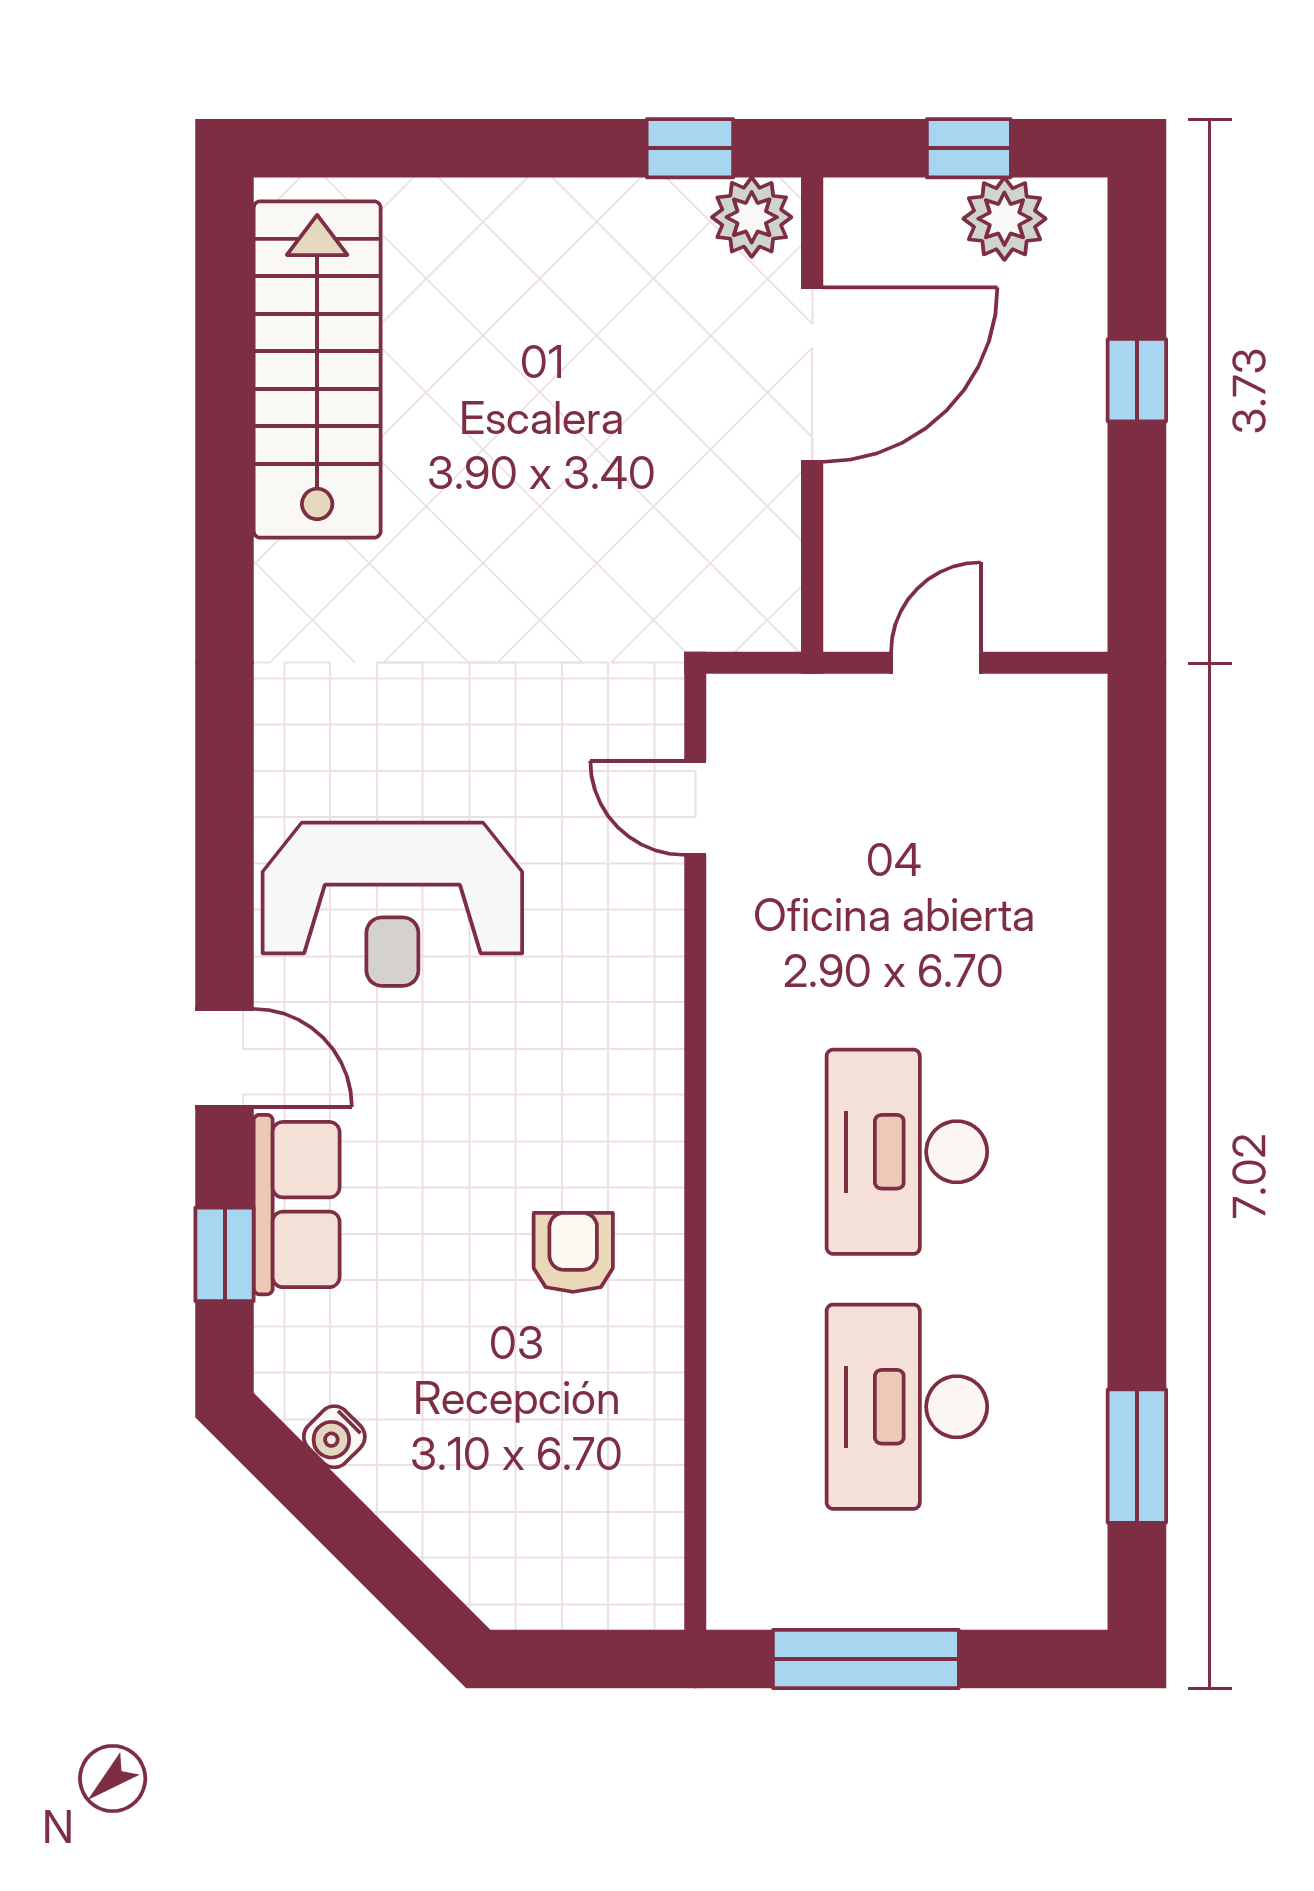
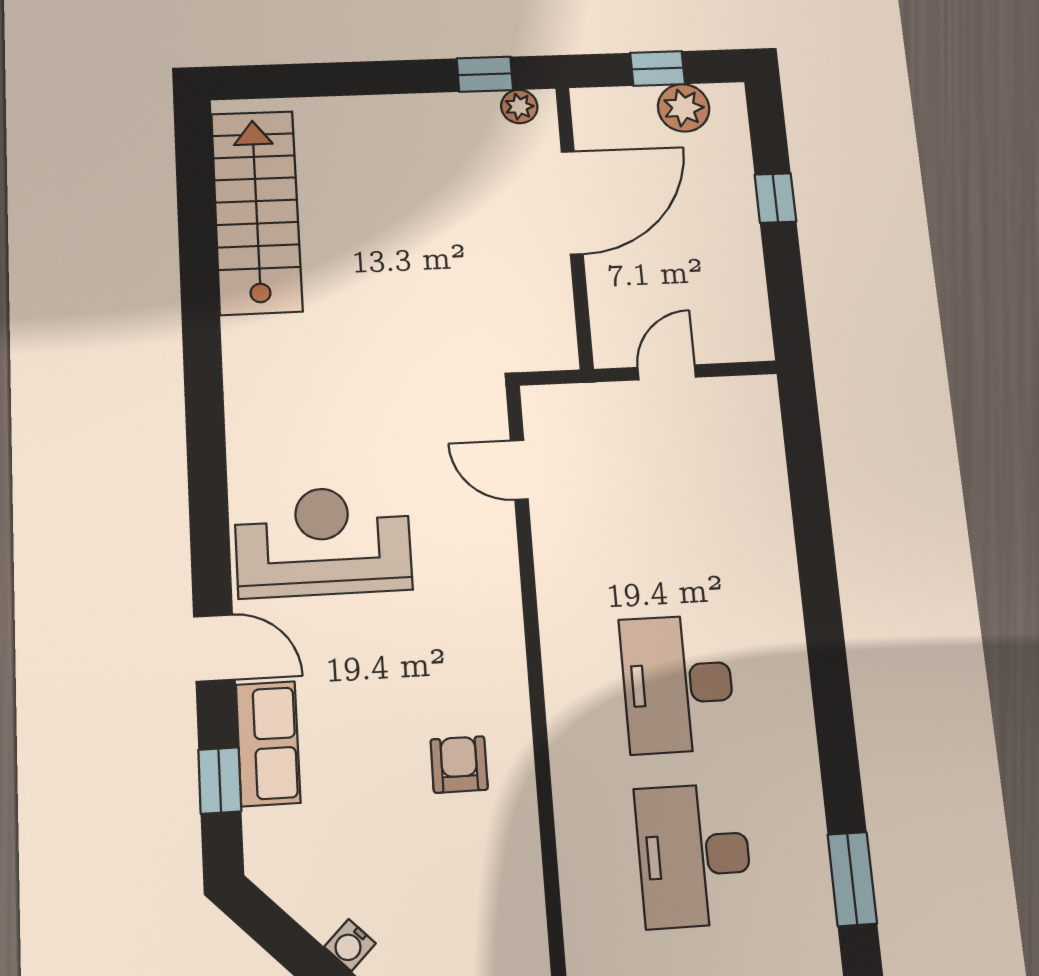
plant: (752, 217) -> (519, 106), width x0.73, depth x0.73
reception desk: (392, 904) -> (323, 541), turned 180
water cooler: (334, 1437) -> (350, 945), moved

